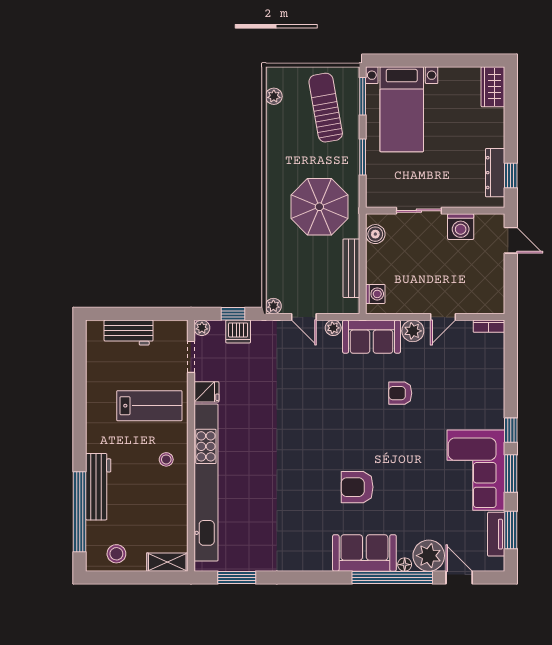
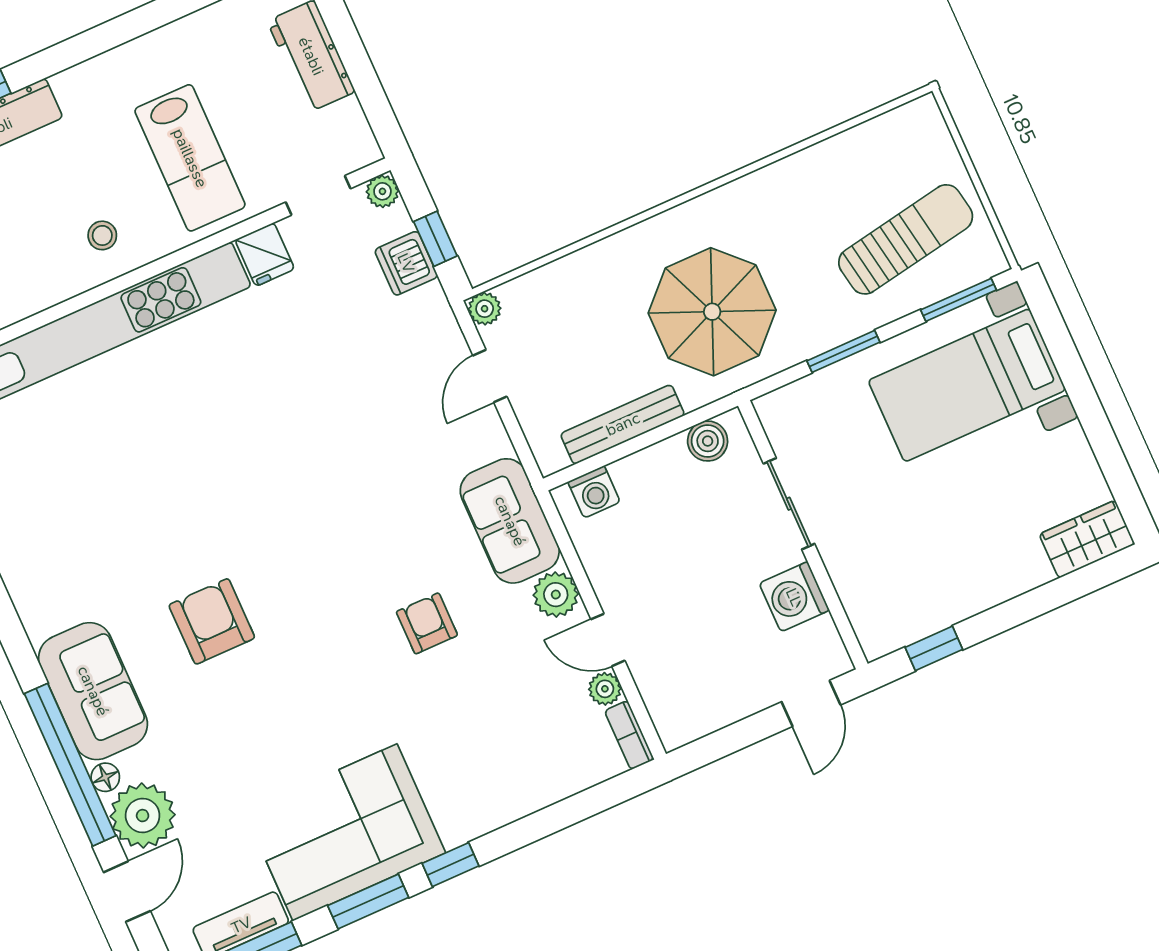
plant: (274, 96) -> (883, 131), removed
dresser: (495, 173) -> (926, 616), removed
plant: (333, 328) -> (605, 689), moved

